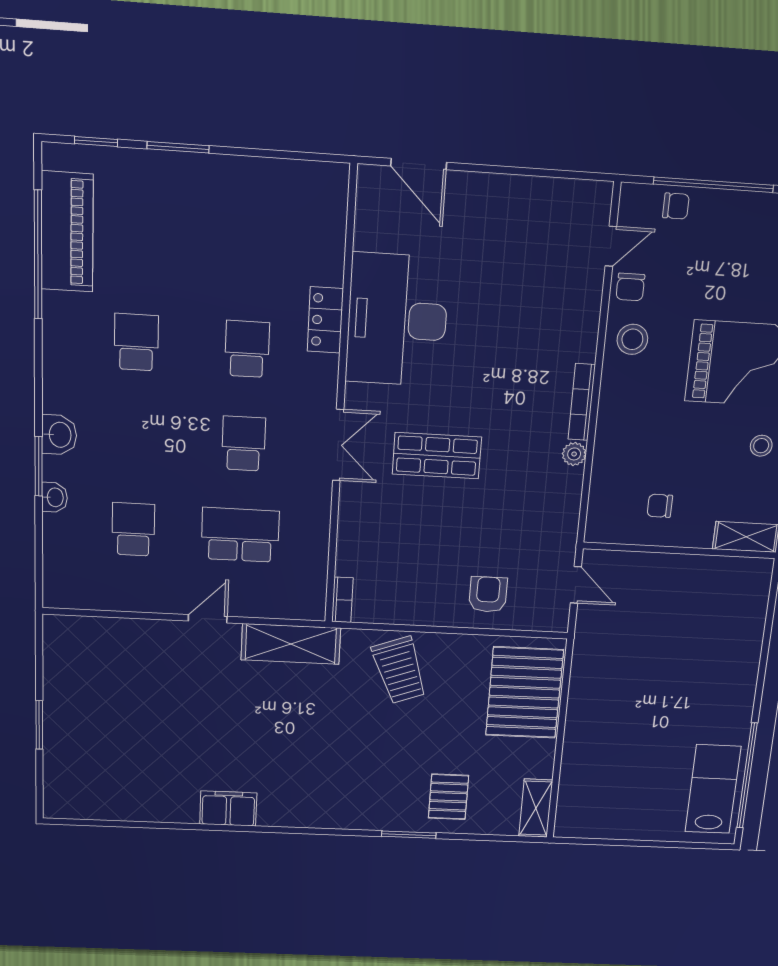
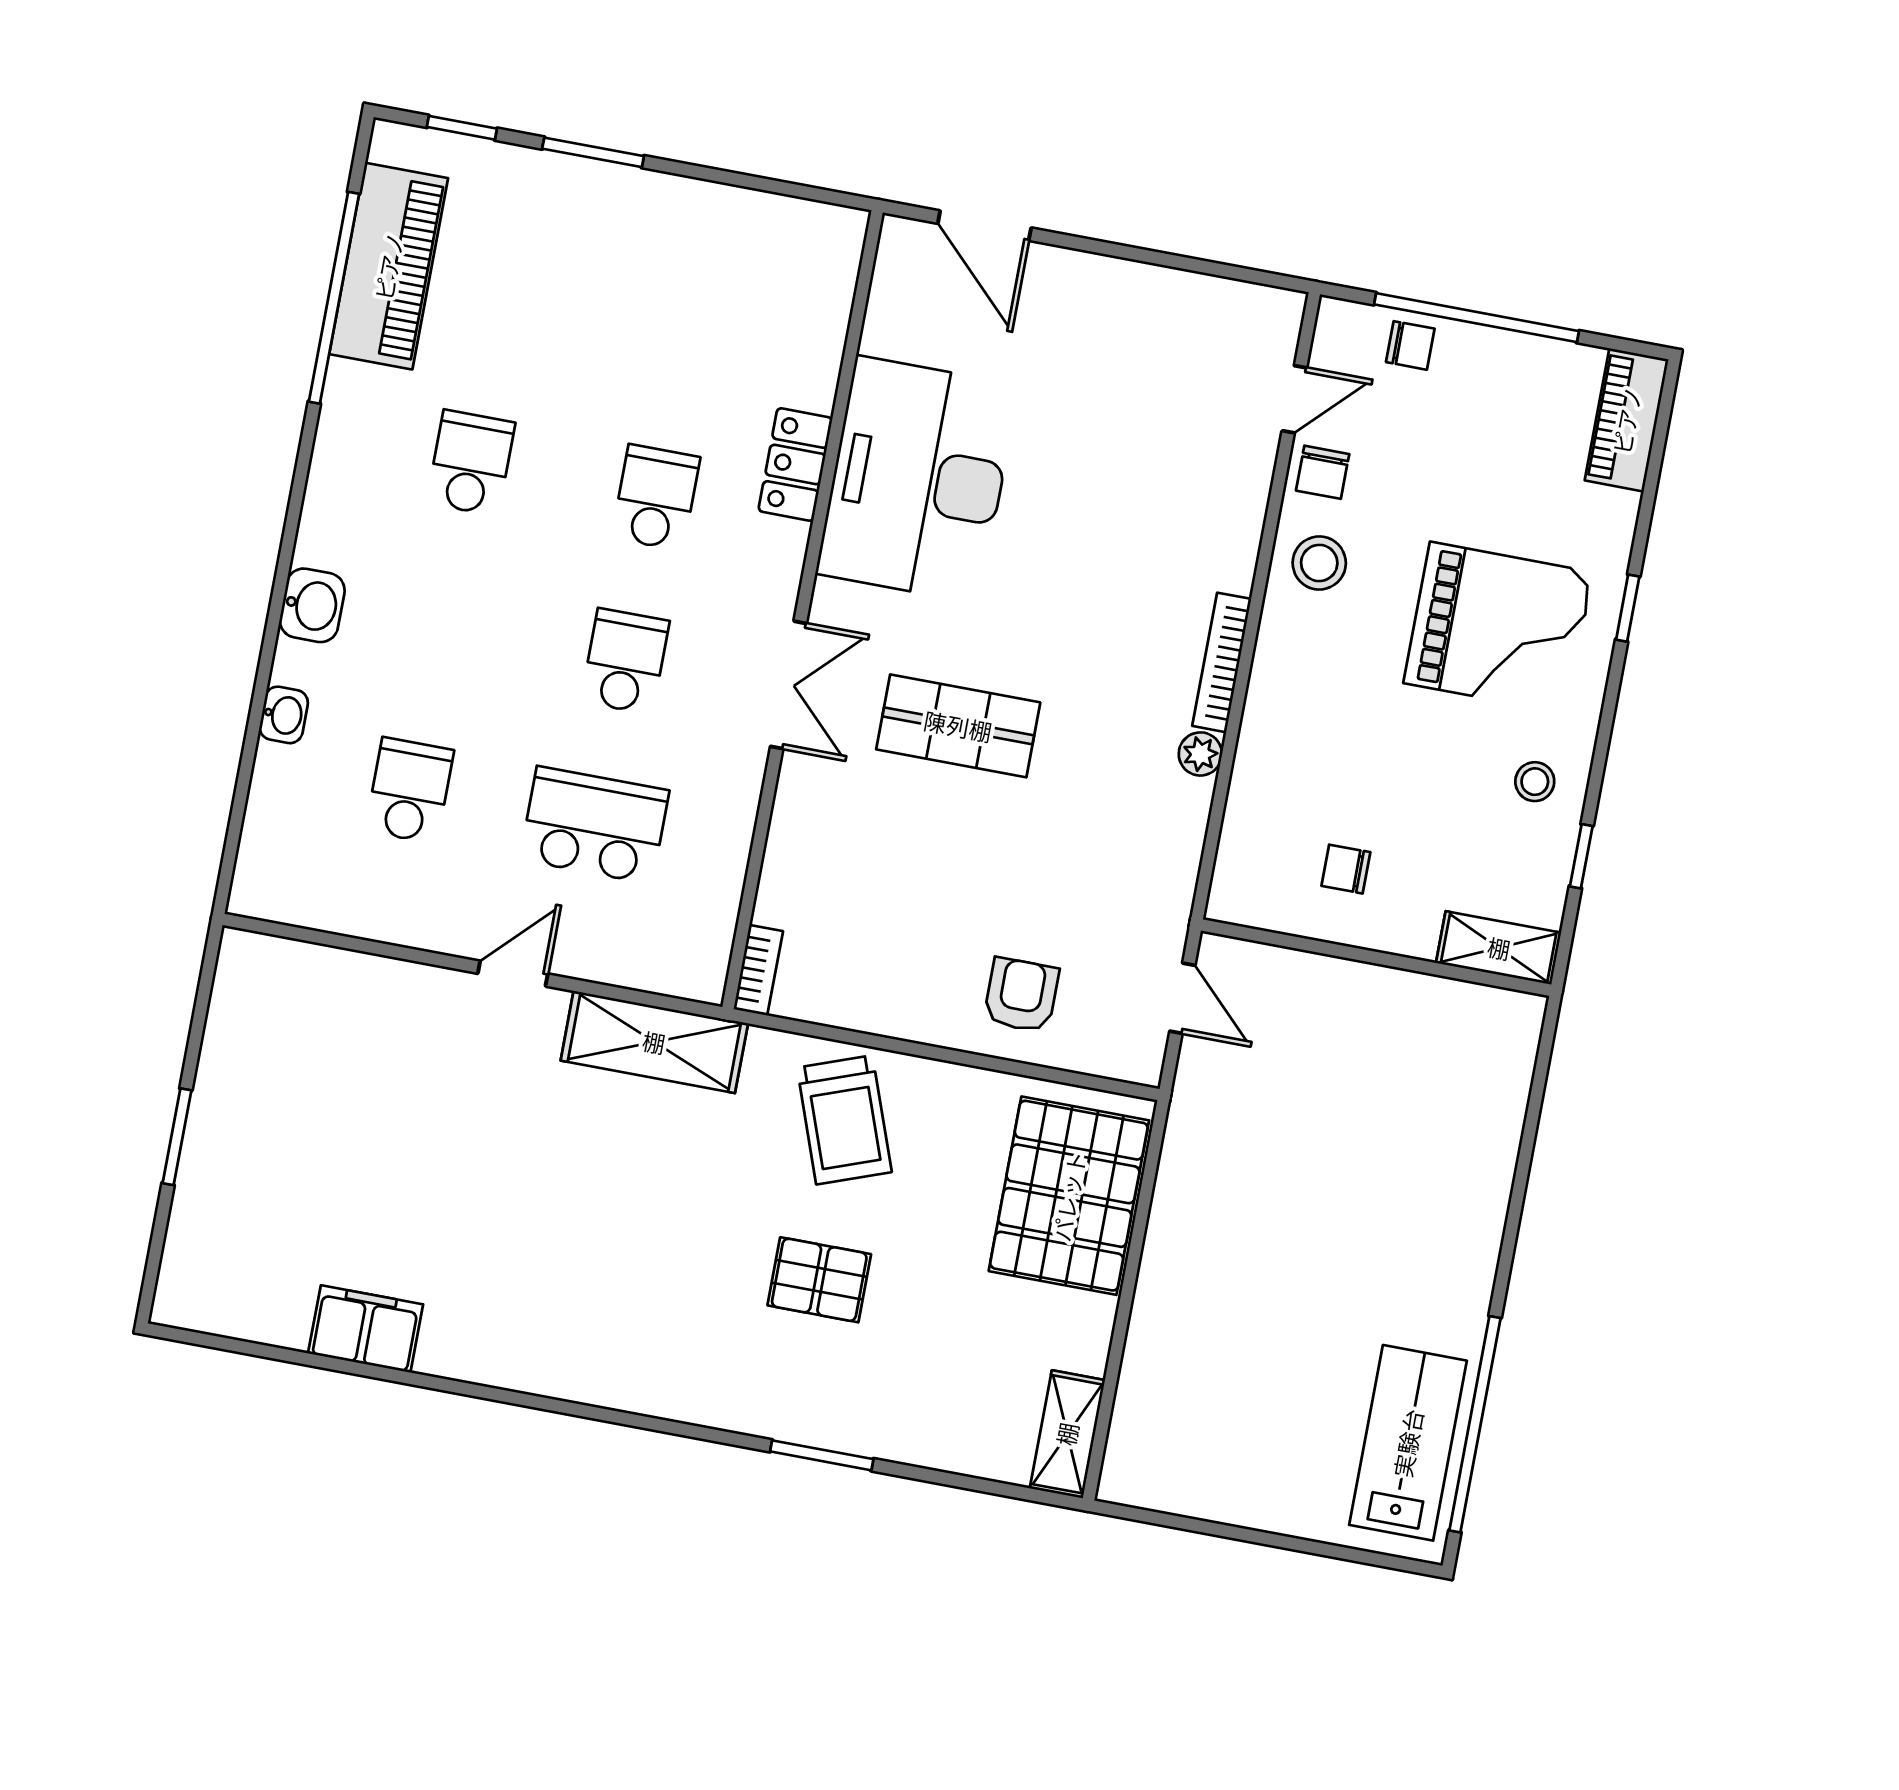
window: (39, 466) -> (267, 656), removed
pallet: (448, 797) -> (819, 1280), moved, turned 90
filing cabinet: (228, 809) -> (366, 1329), moved

